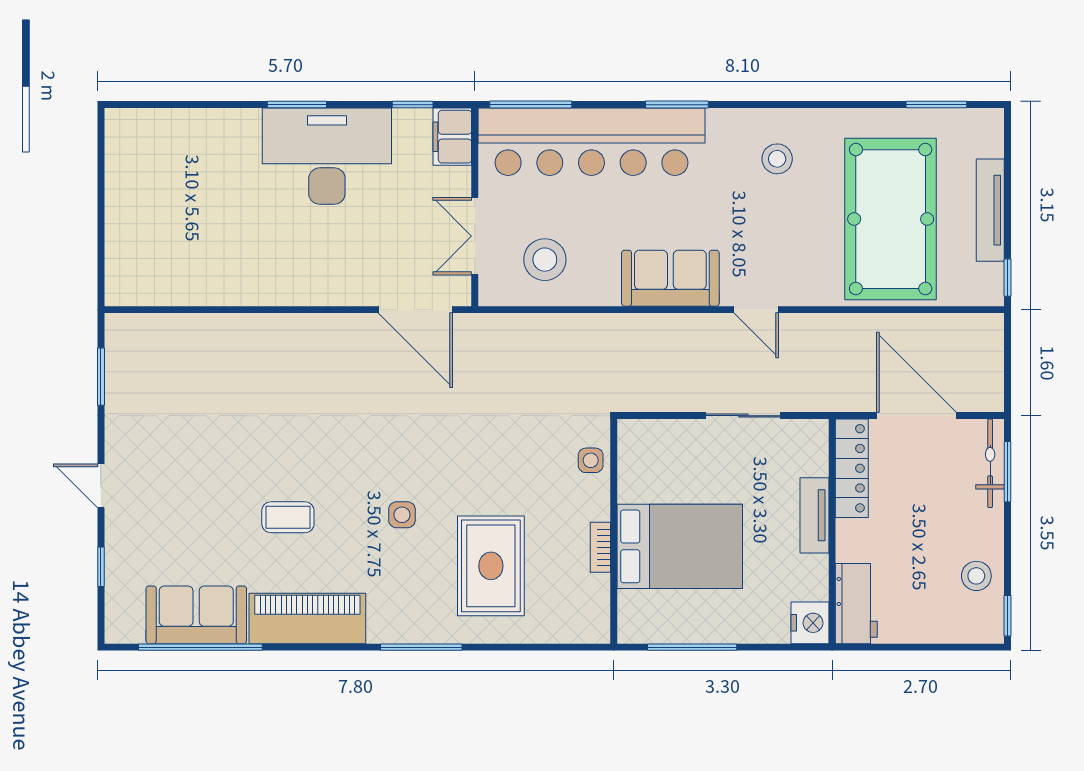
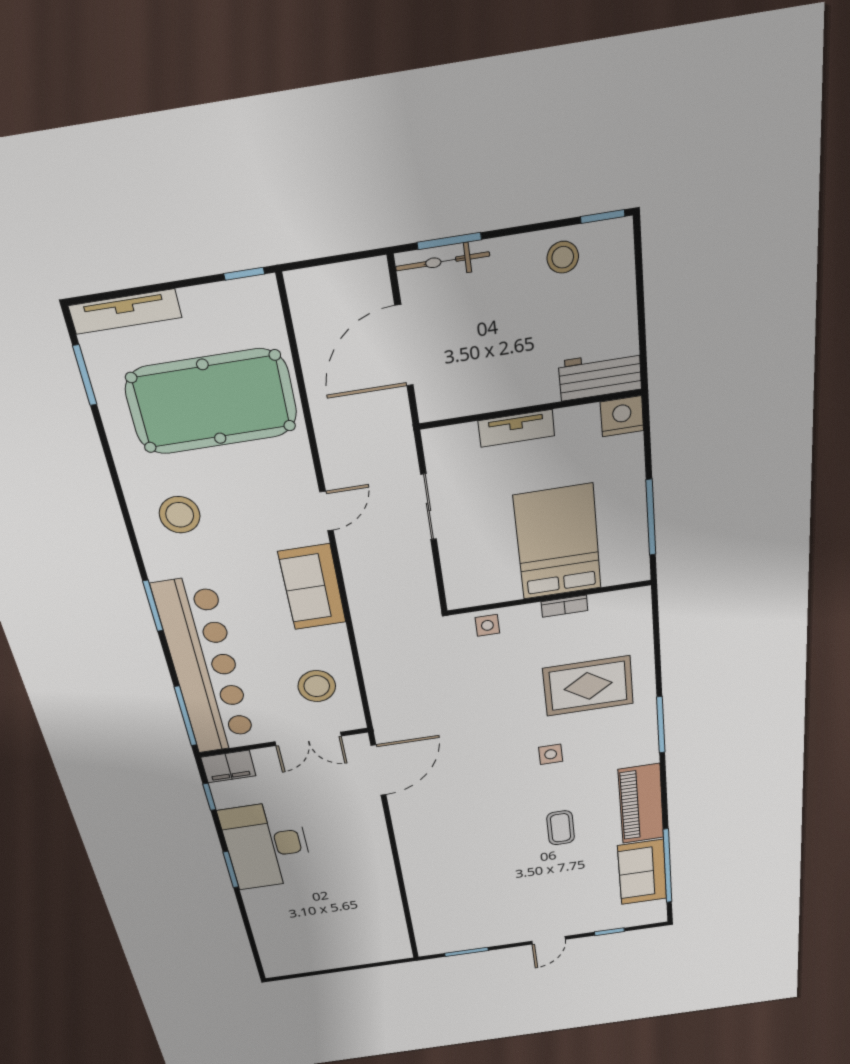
stool: (777, 159) -> (180, 515), width x1.38, depth x1.38
tv unit: (990, 210) -> (125, 312), moved
locker: (852, 468) -> (466, 400), removed

